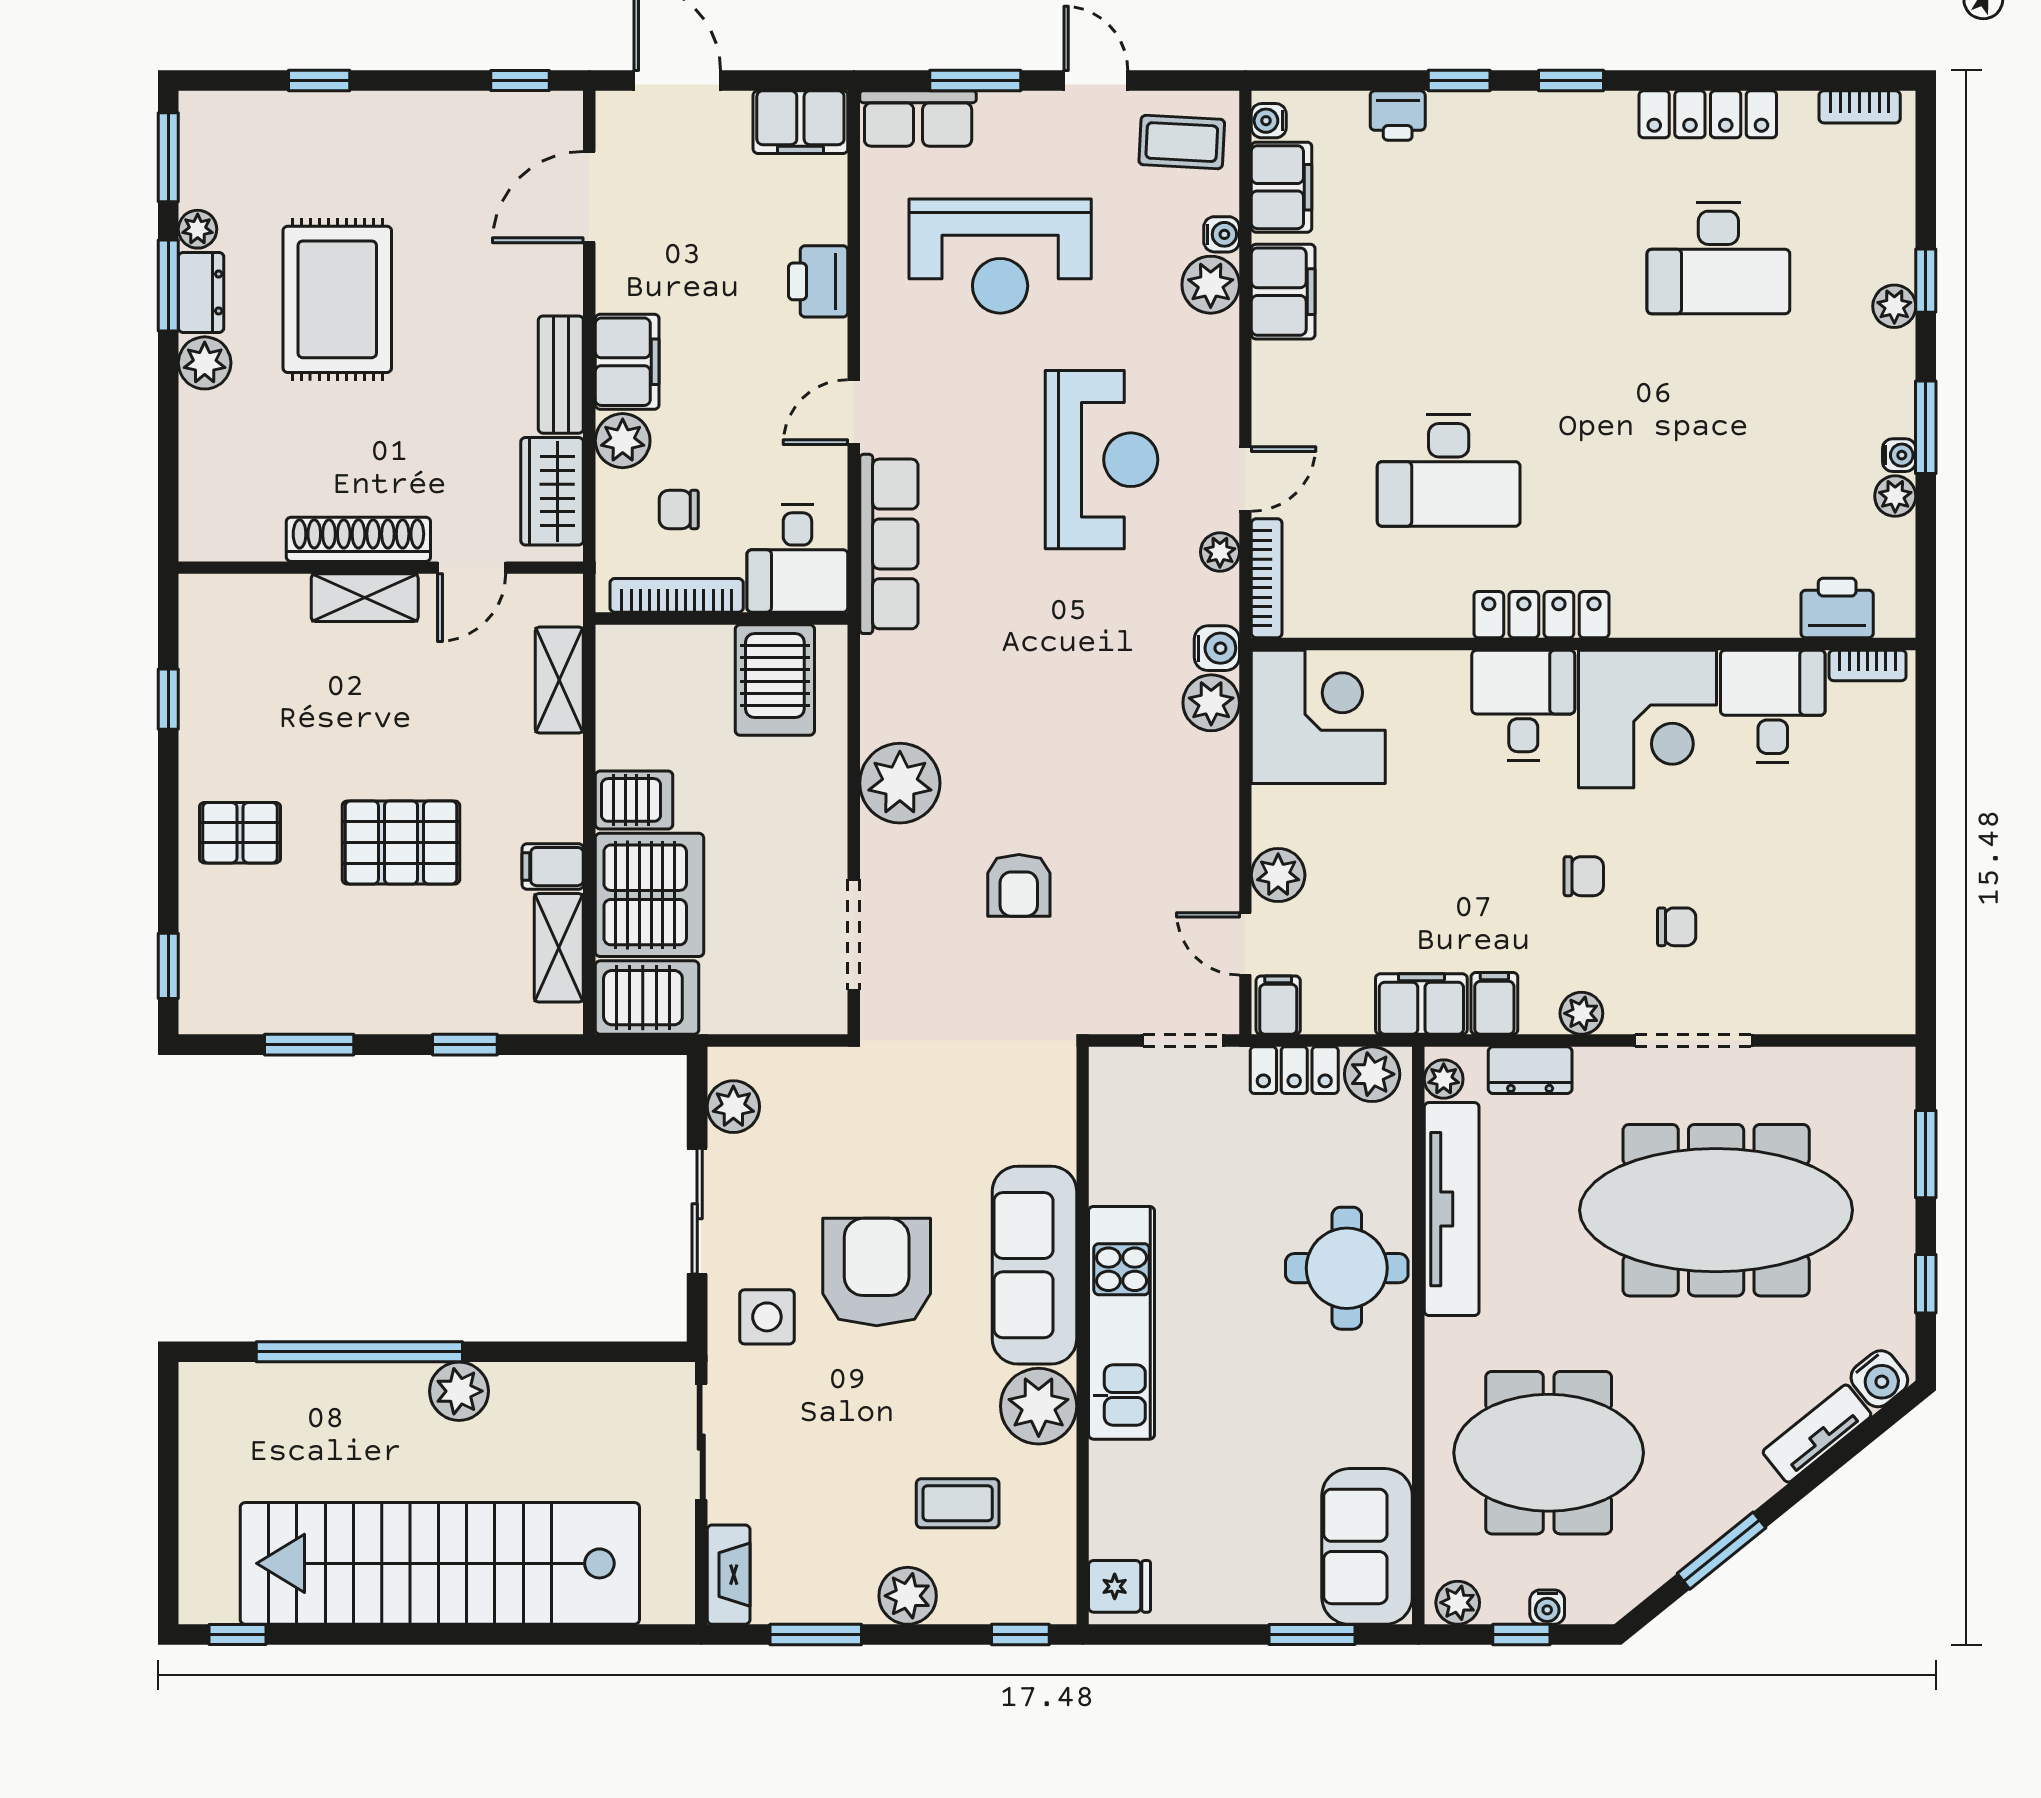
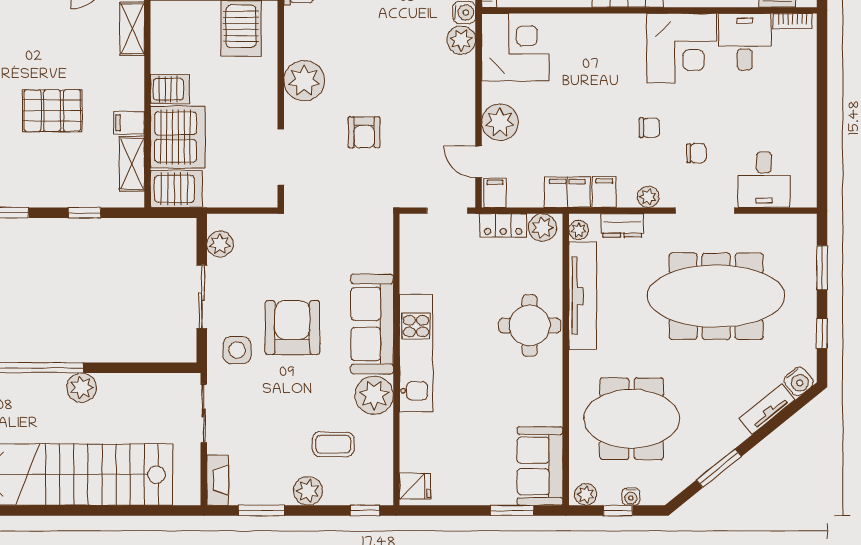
desk: (1523, 705) -> (764, 180), moved, turned 180
plant: (1278, 875) -> (500, 122), width x1.36, depth x1.36

